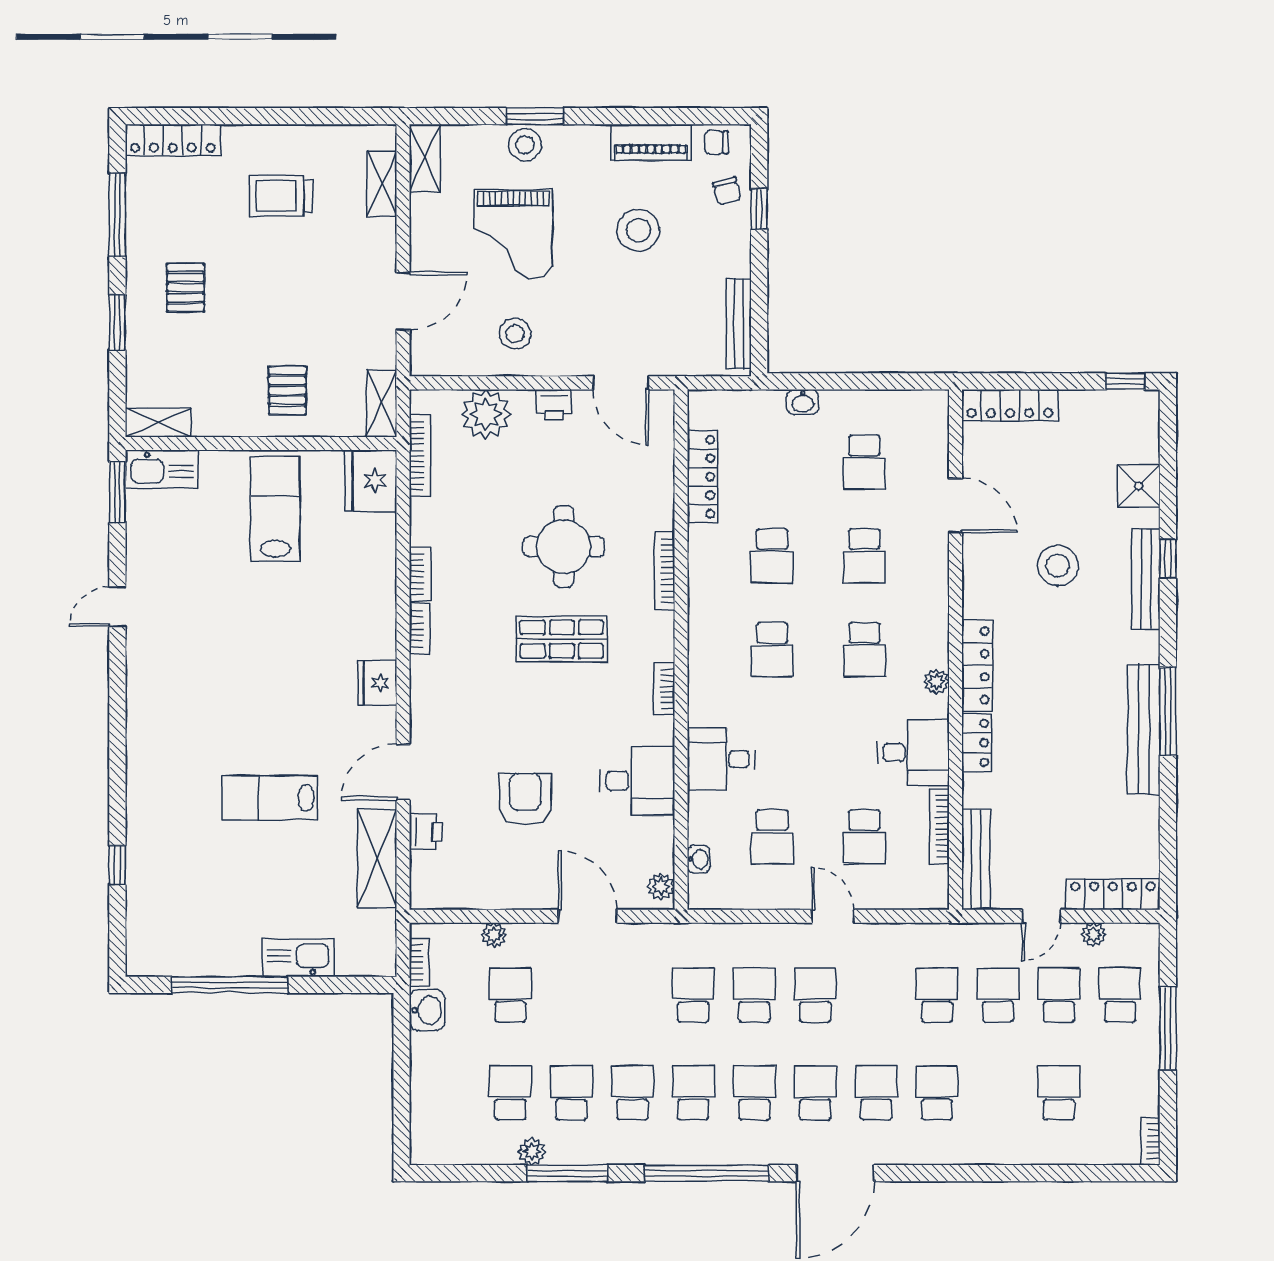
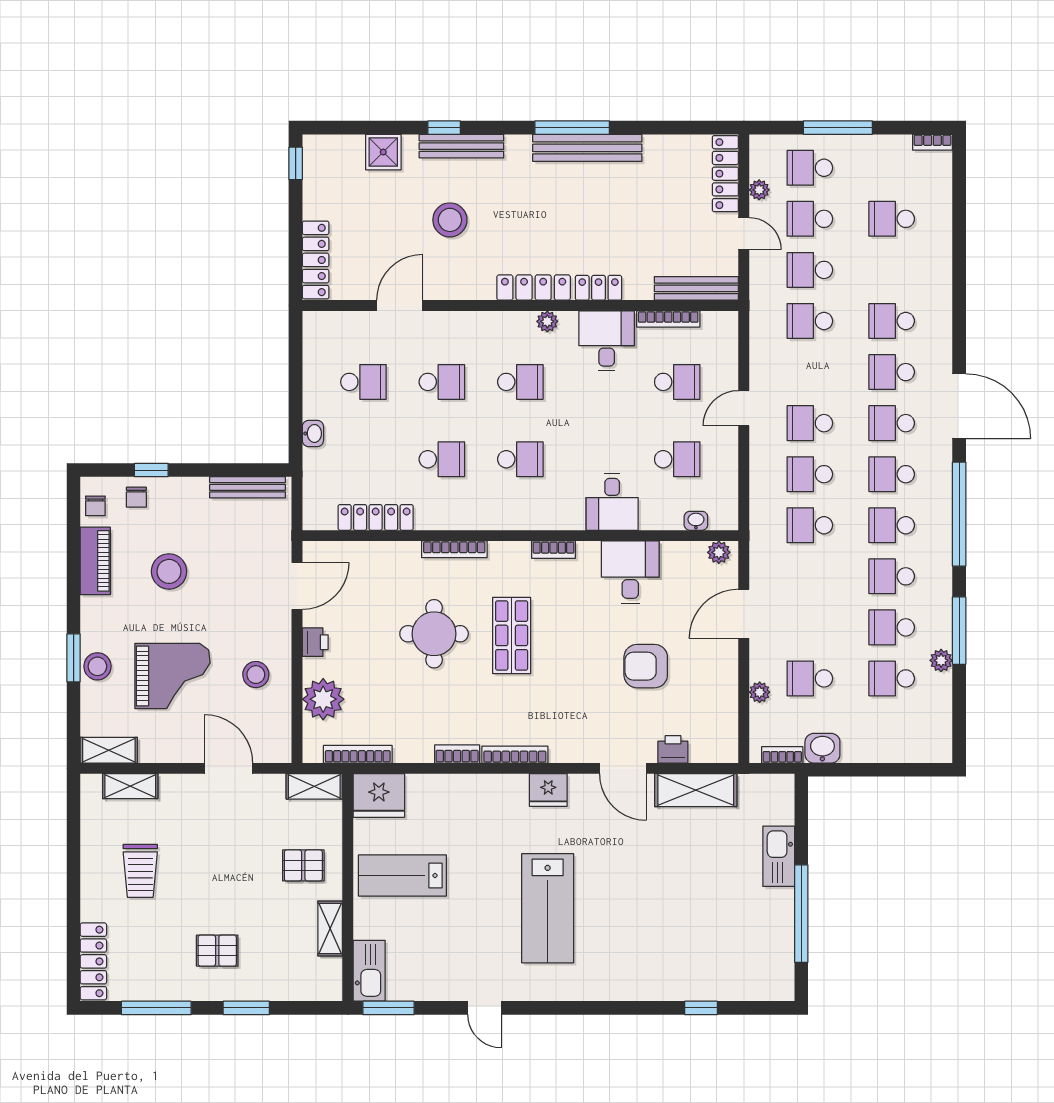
chair: (727, 191) -> (136, 497), turned 105
shelving: (158, 422) -> (330, 928), moved
bookcase: (420, 629) -> (515, 755), width x1.56
lab bench: (270, 798) -> (548, 908), moved, width x1.36, depth x1.39

